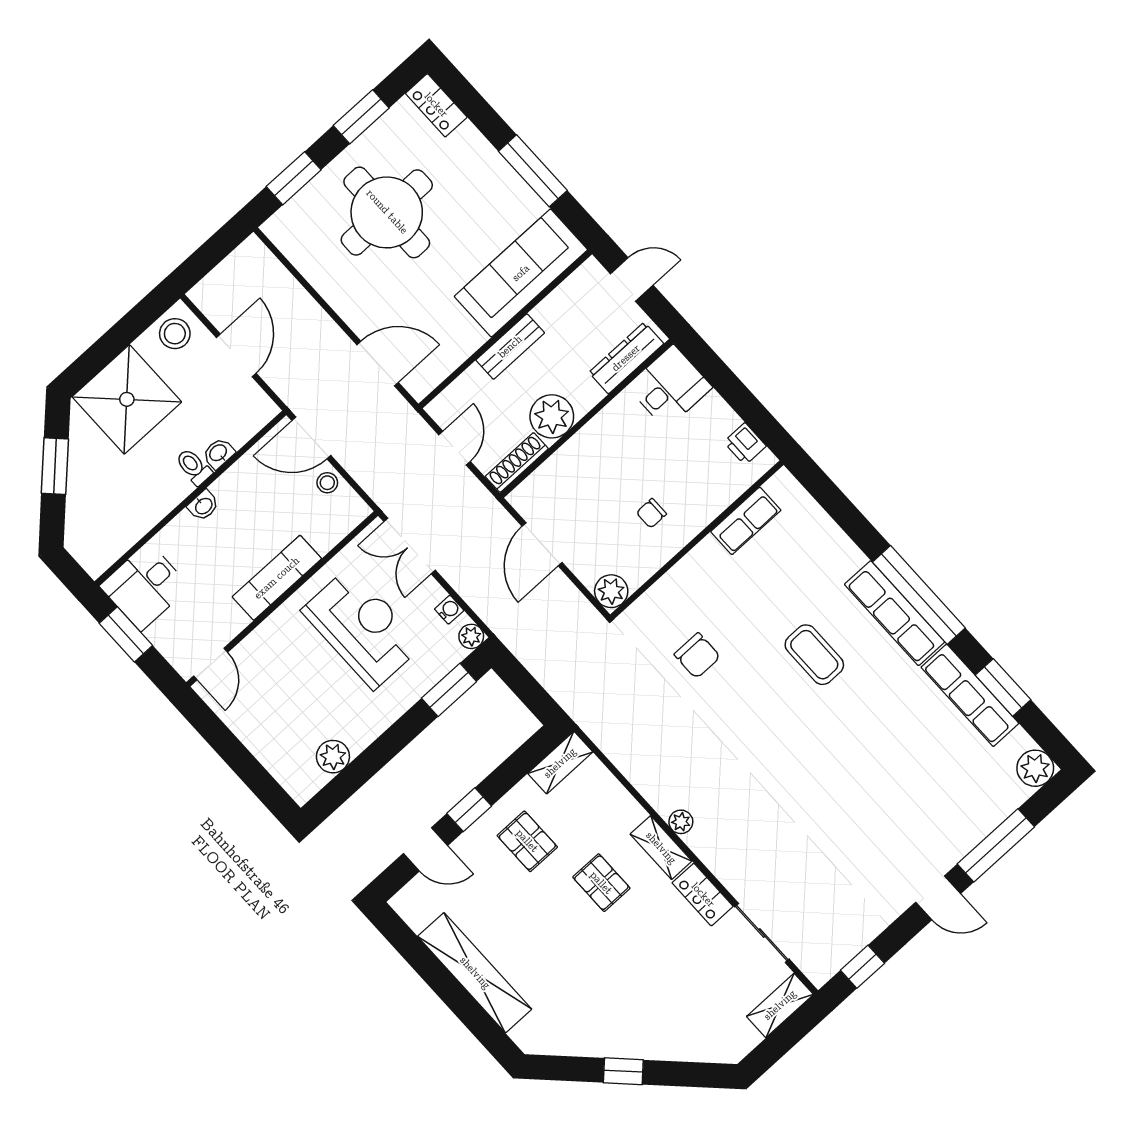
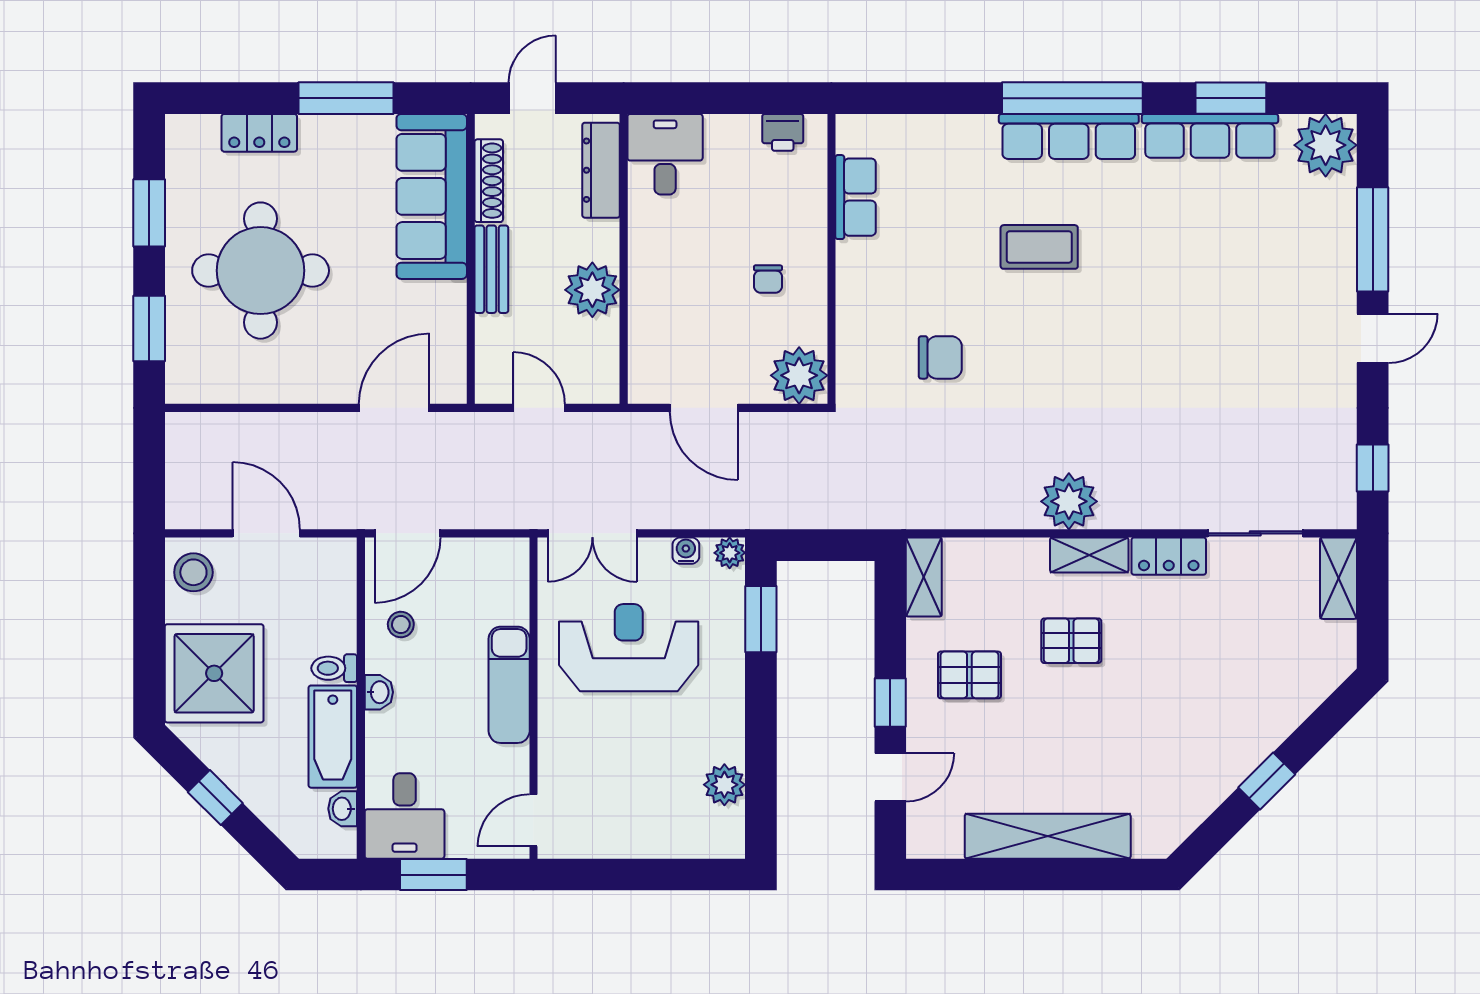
locker: (436, 105) -> (259, 133), moved
washbasin: (218, 453) -> (343, 809), moved
shoe rack: (517, 462) -> (489, 181), moved, turned 180
window: (55, 466) -> (215, 798), width x0.67
stool: (327, 483) -> (401, 624), moved
bathtub: (153, 502) -> (333, 737), added
plant: (611, 591) -> (799, 375), width x1.36, depth x1.36
door: (211, 664) -> (533, 820), swing flipped
plant: (1035, 768) -> (1326, 145), width x1.36, depth x1.36
plant: (681, 822) -> (1069, 501), width x1.88, depth x1.88

